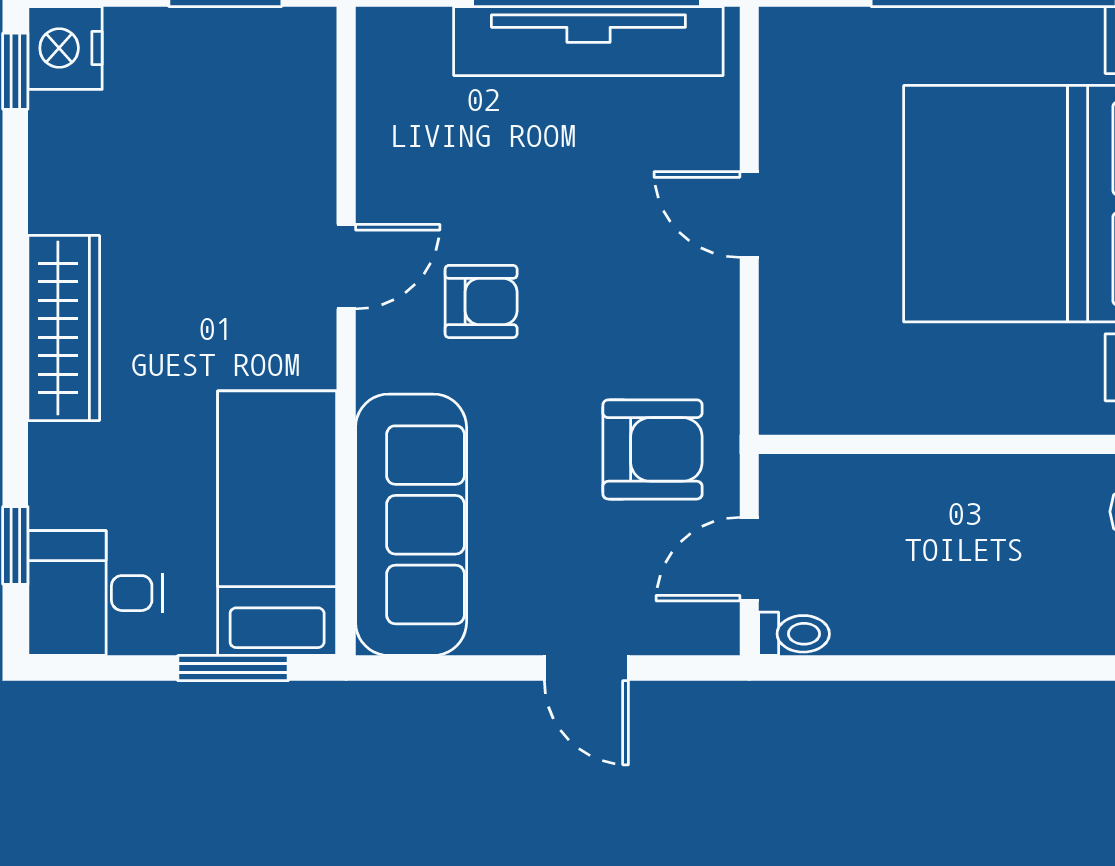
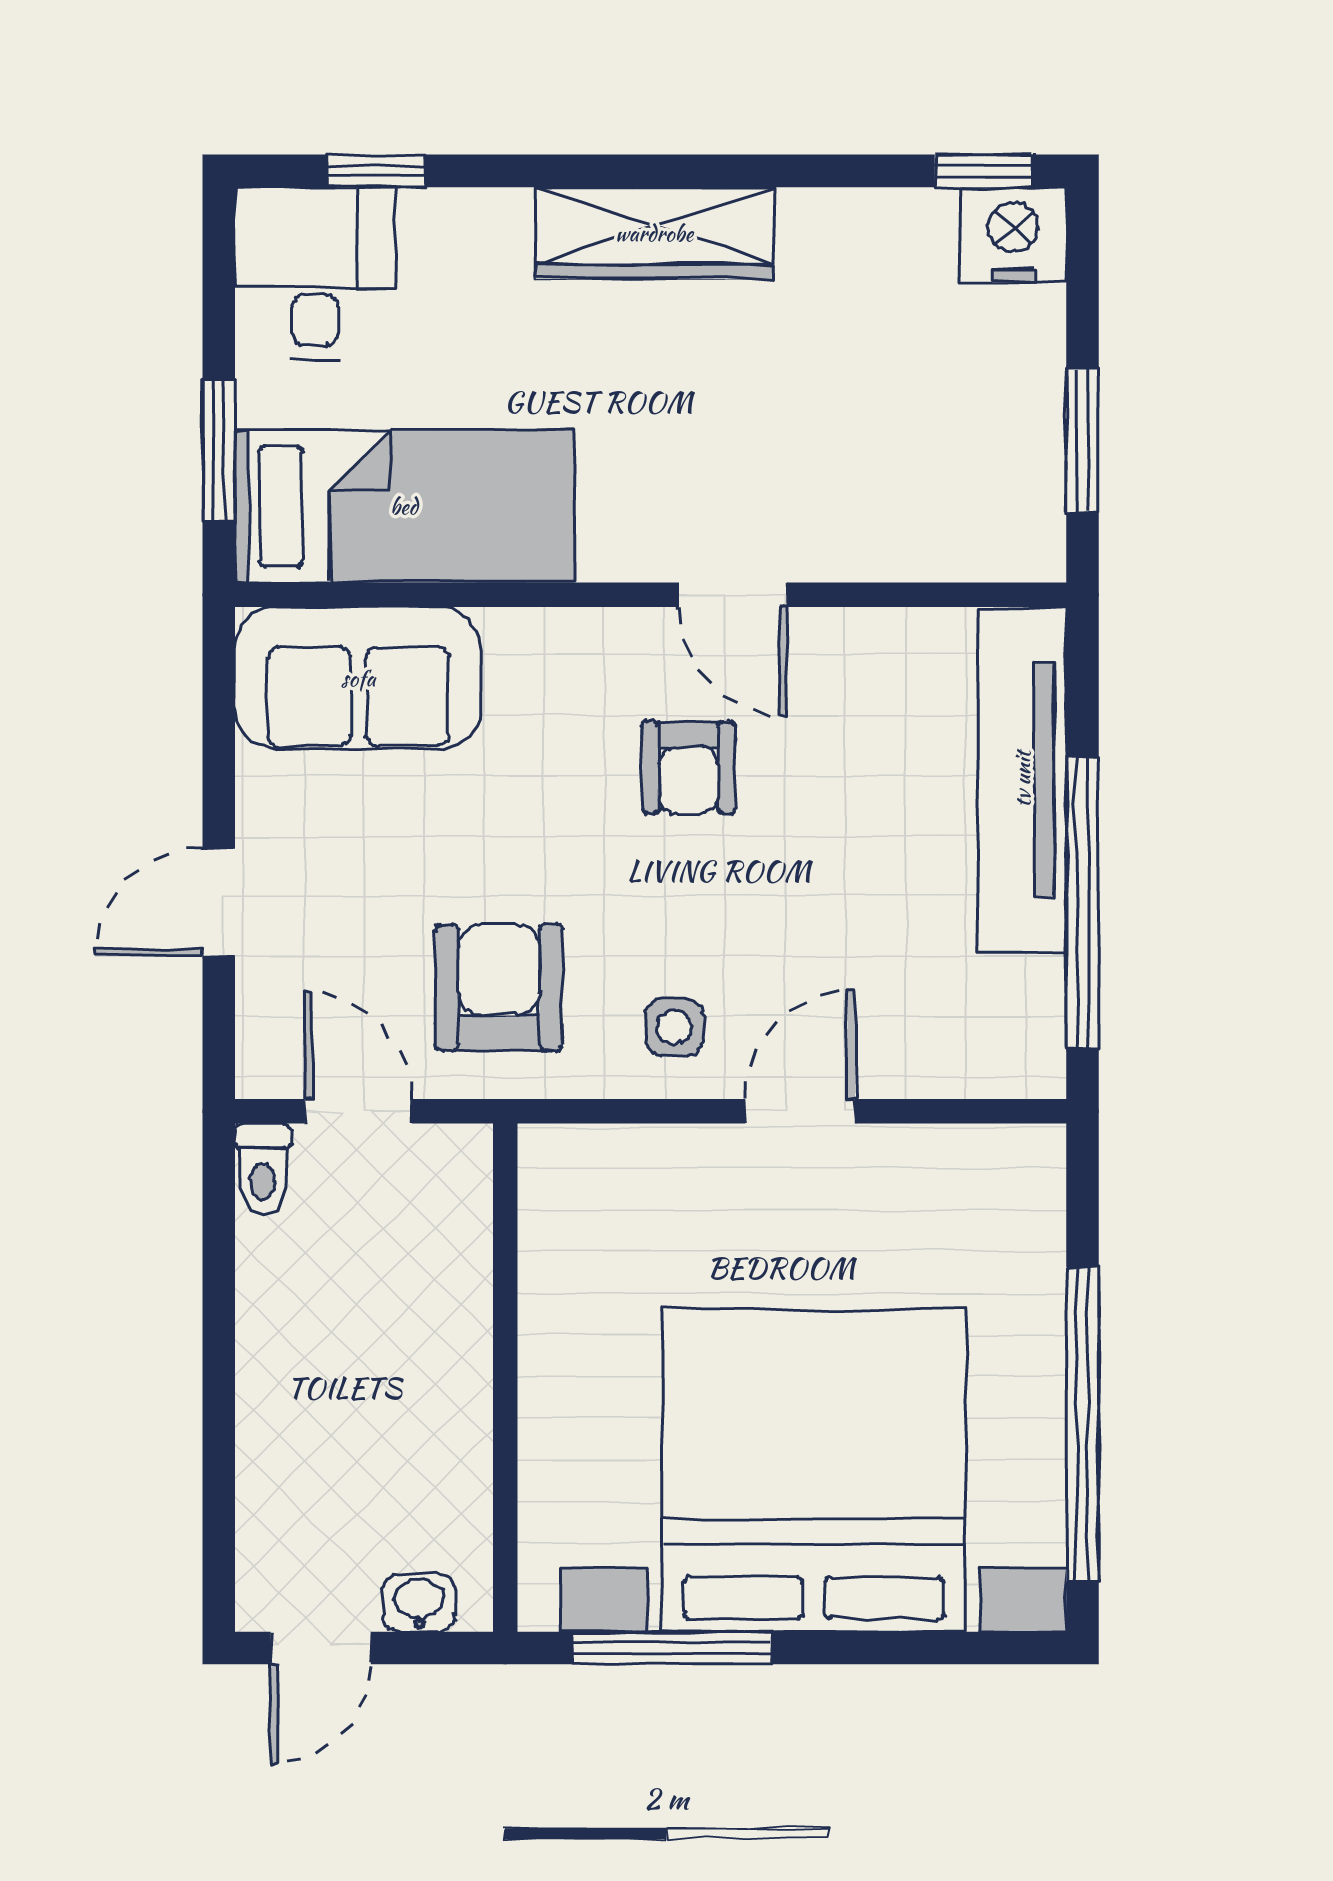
tv unit: (588, 41) -> (1022, 779), moved
side table: (684, 313) -> (674, 1027), added
armchair: (653, 449) -> (499, 987), turned 180
sofa: (411, 525) -> (358, 678), width x0.73

